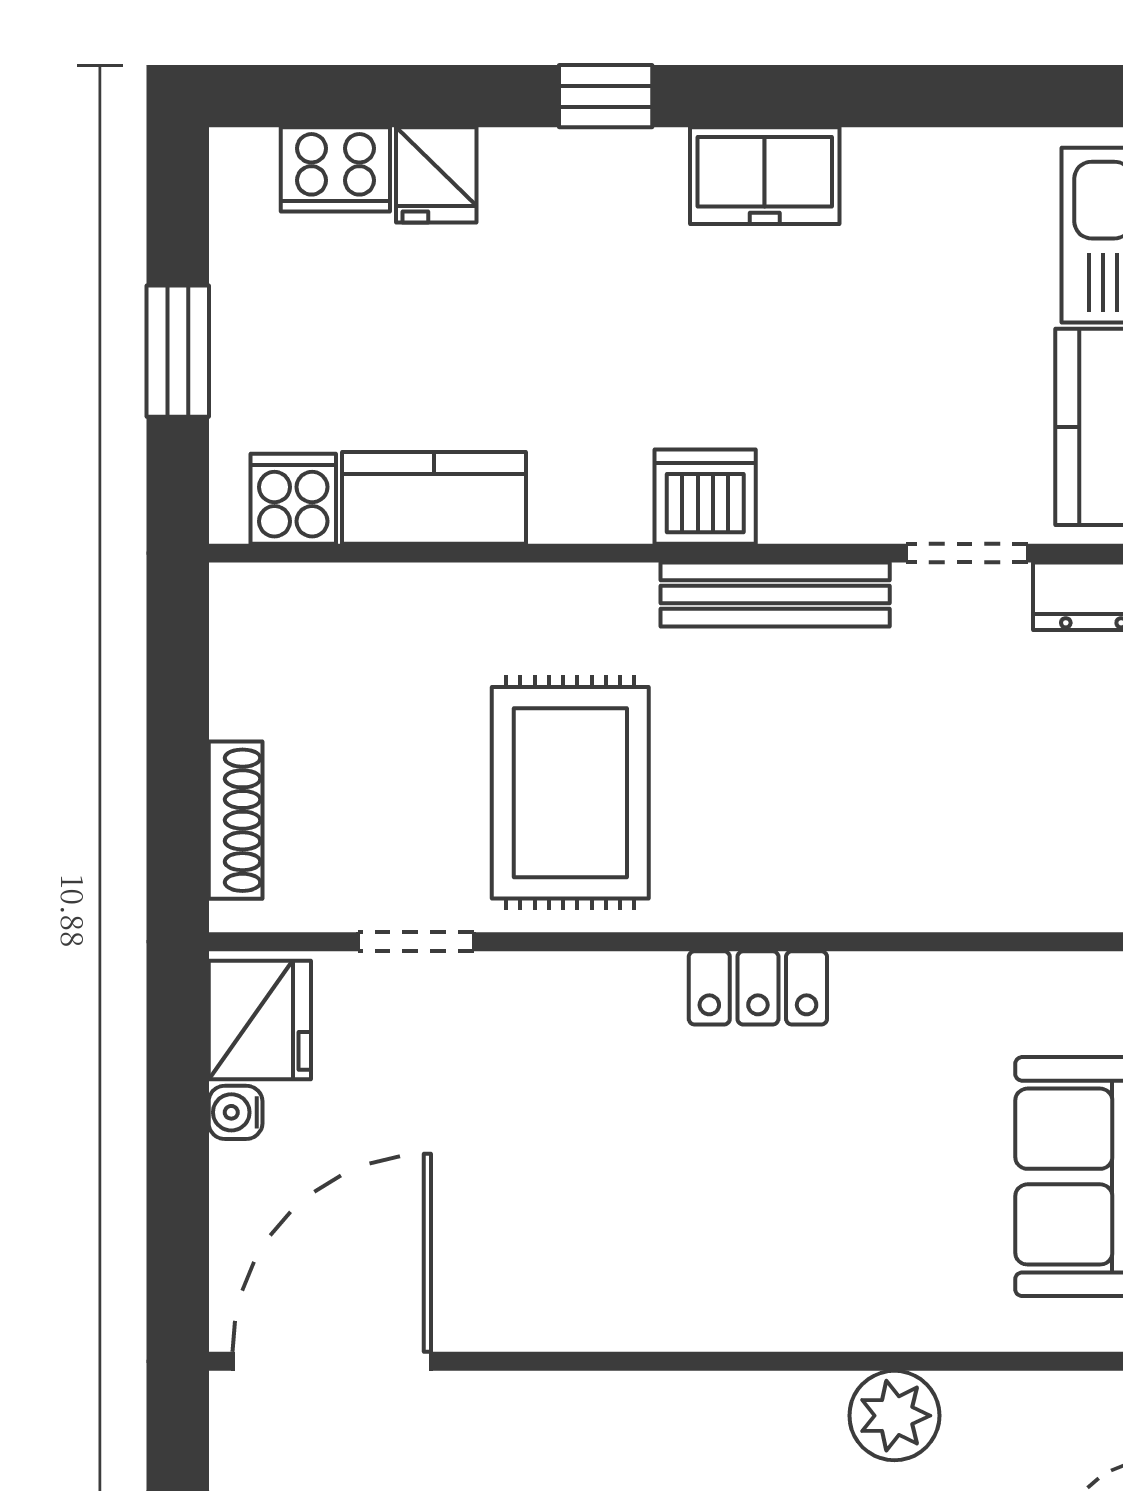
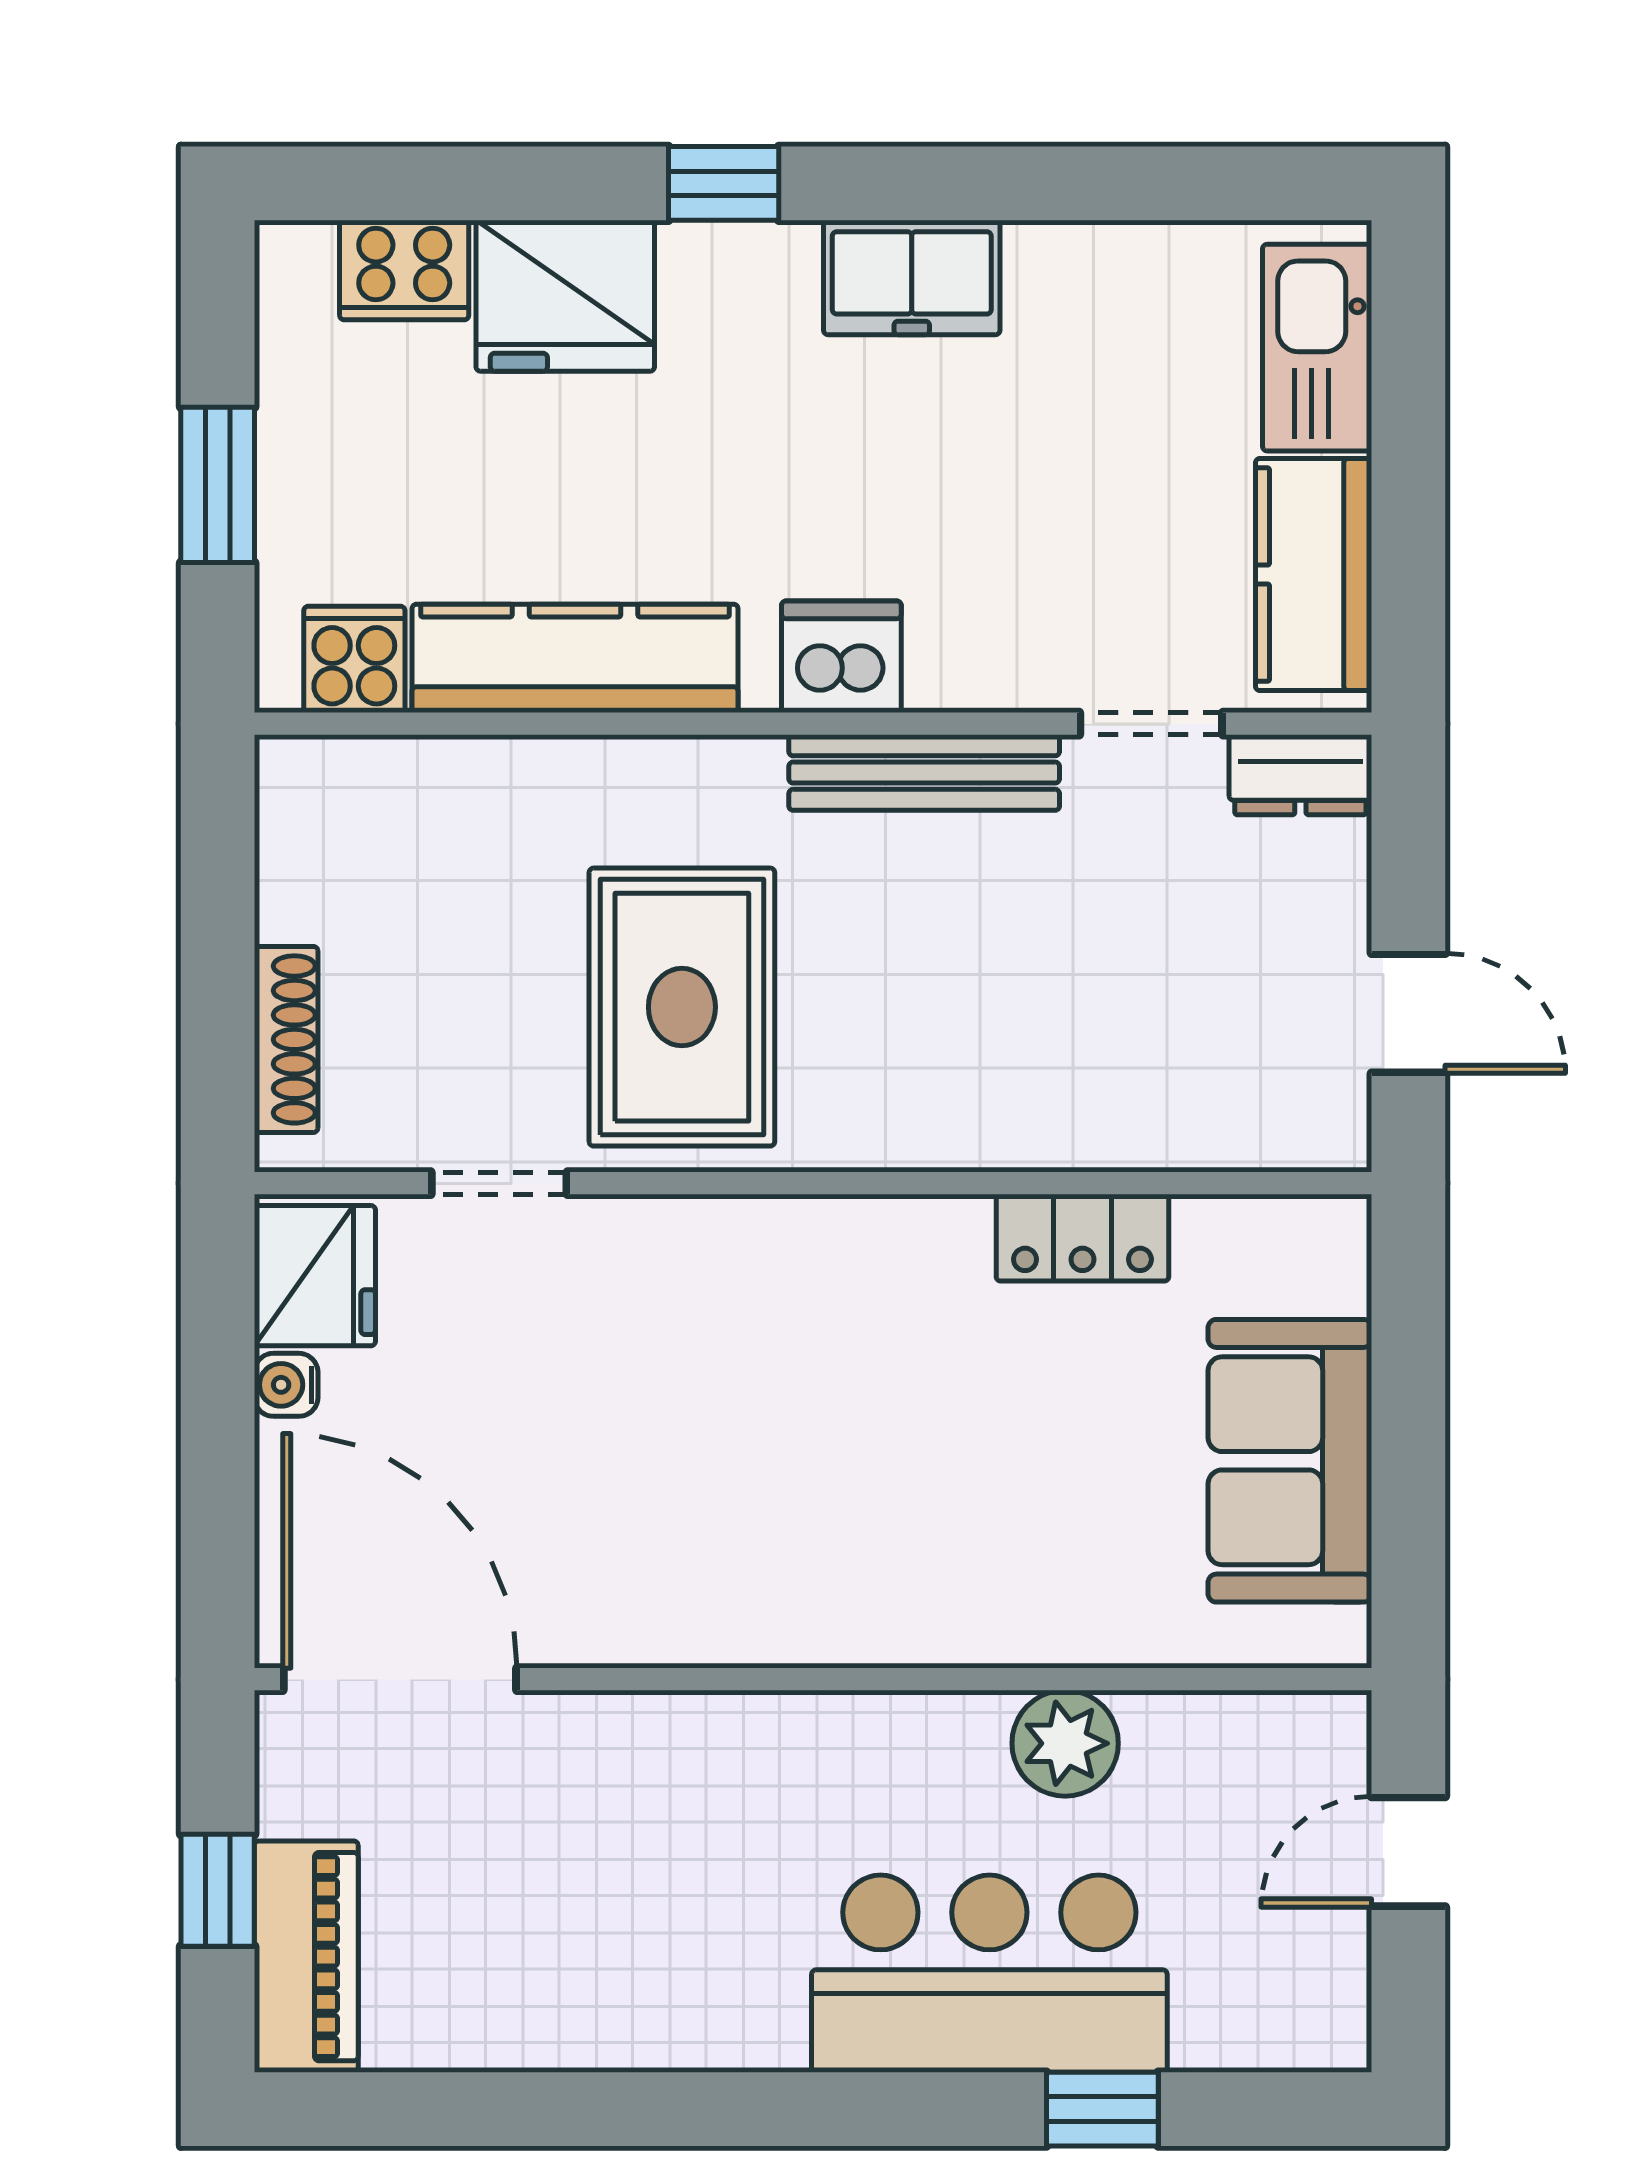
fridge: (436, 175) -> (565, 296), width x1.88, depth x1.34
kitchen counter: (434, 498) -> (575, 658), width x1.50
locker: (758, 988) -> (1082, 1238), moved
door: (332, 1361) -> (400, 1679), hinge flipped

